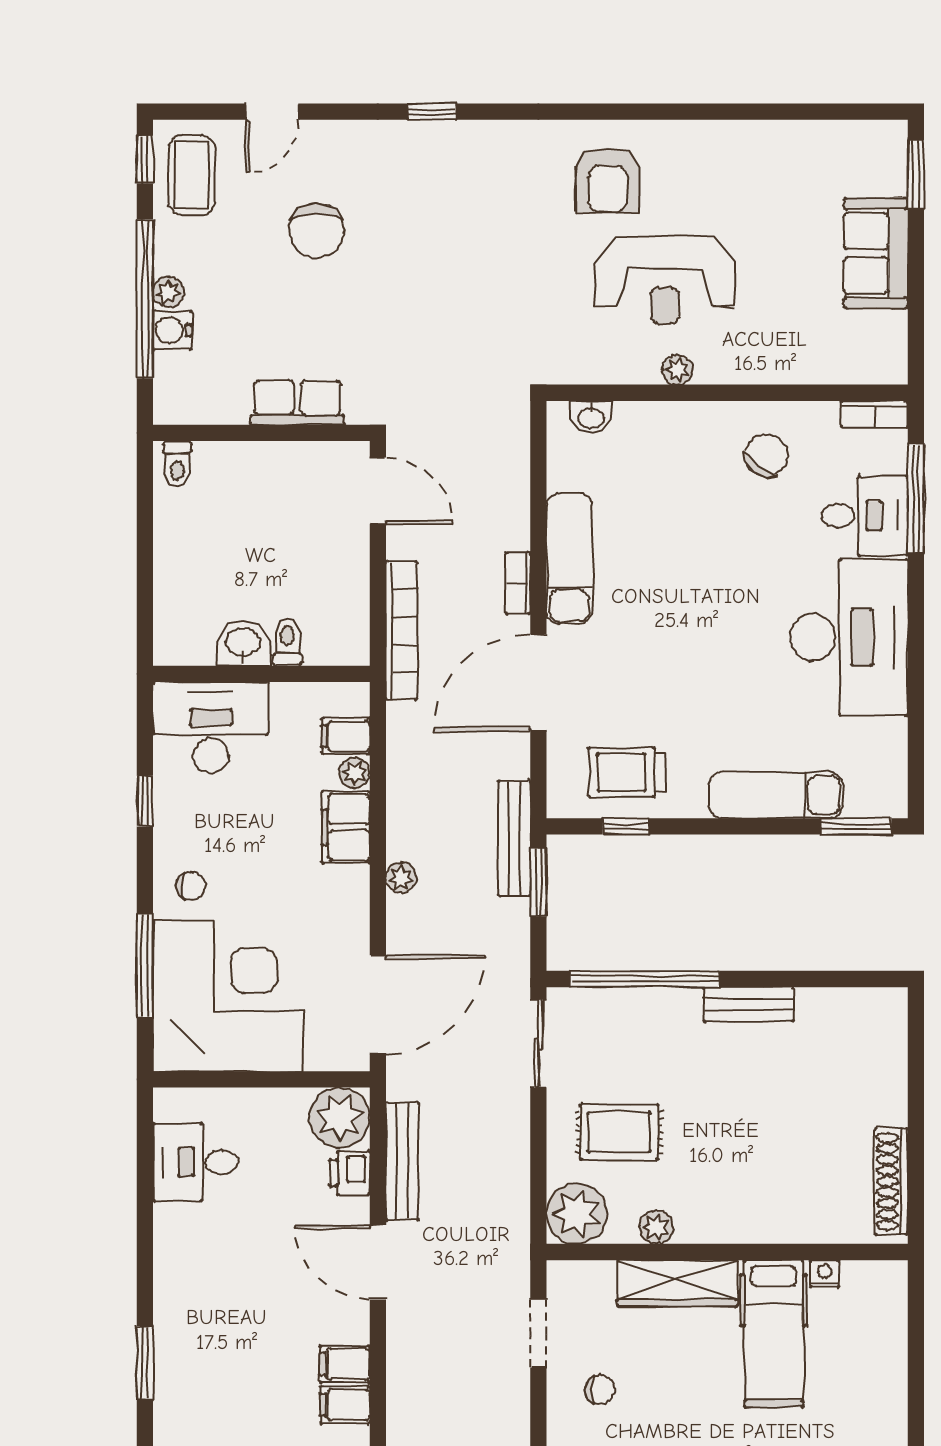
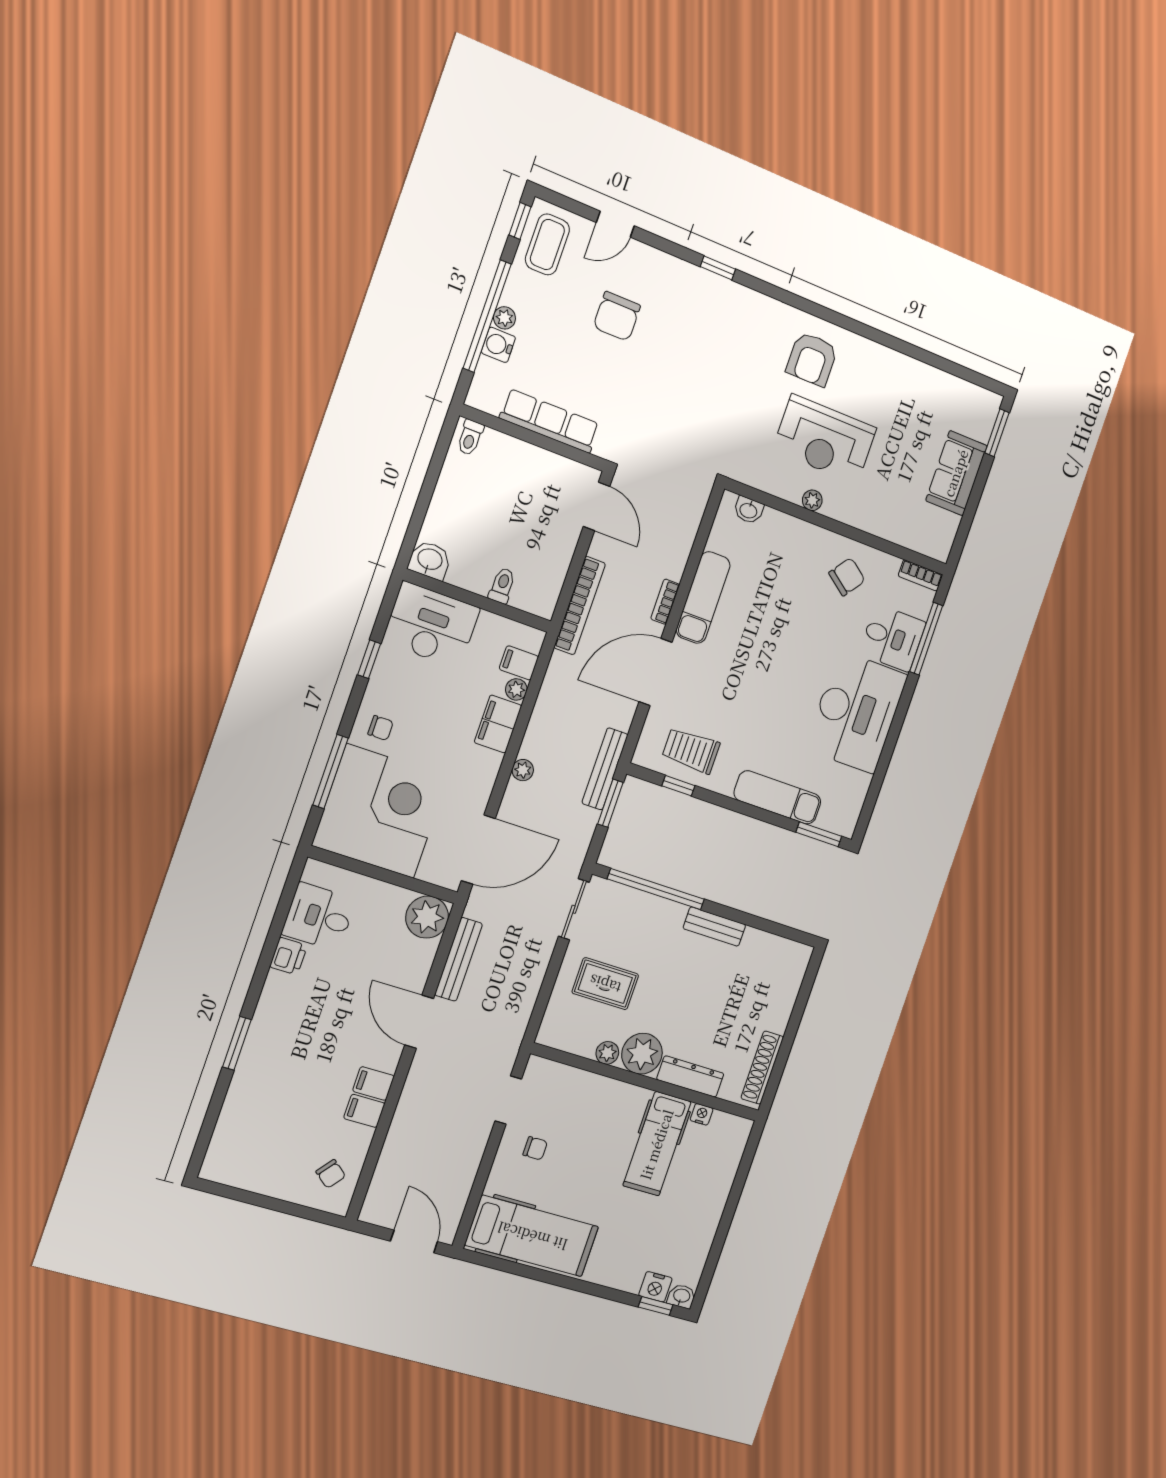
row of seats: (297, 403) -> (550, 421), width x1.48
washbasin: (243, 643) -> (430, 560), moved
printer: (350, 1173) -> (289, 956), moved, turned 180
plant: (577, 1214) -> (642, 1054), moved
dresser: (789, 1225) -> (690, 1076), added
wardrobe: (677, 1283) -> (608, 1093), removed

